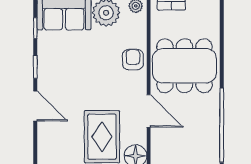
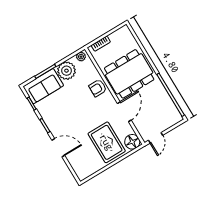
armchair: (133, 60) -> (98, 88), turned -90
door: (149, 111) -> (124, 112), hinge flipped

